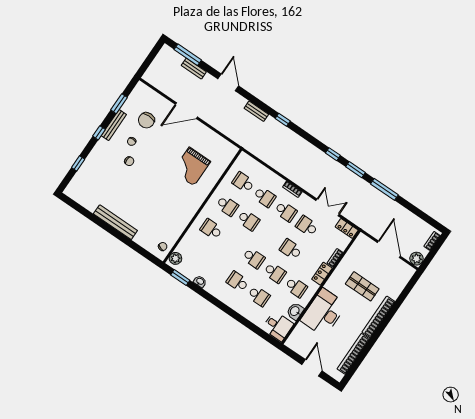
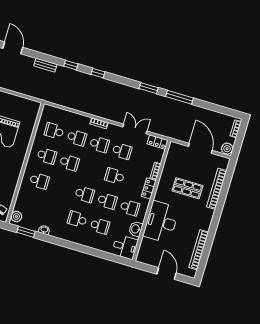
window: (333, 154) -> (98, 73), moved
school desk: (307, 226) -> (122, 151), turned 180
school desk: (211, 229) -> (39, 181), turned 180
bookcase: (378, 317) -> (217, 189), moved

